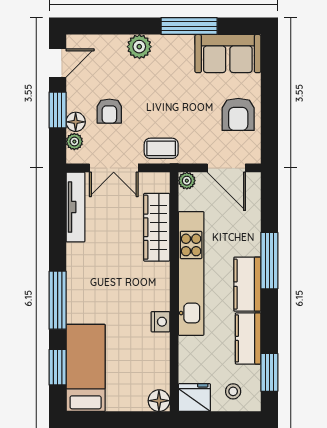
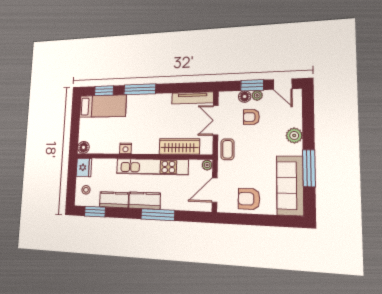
sofa: (228, 54) -> (290, 186), width x1.36
plant: (74, 142) -> (257, 95), moved

